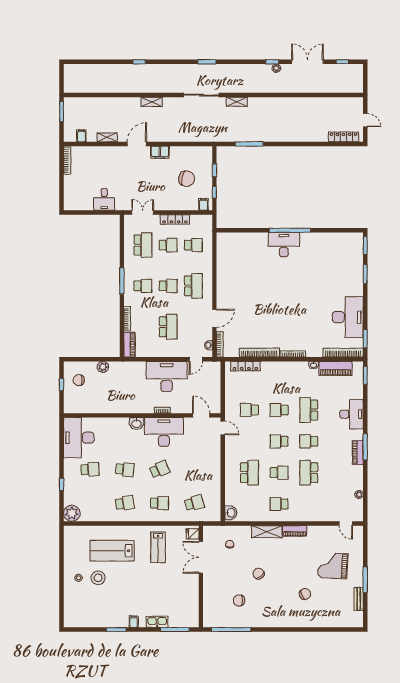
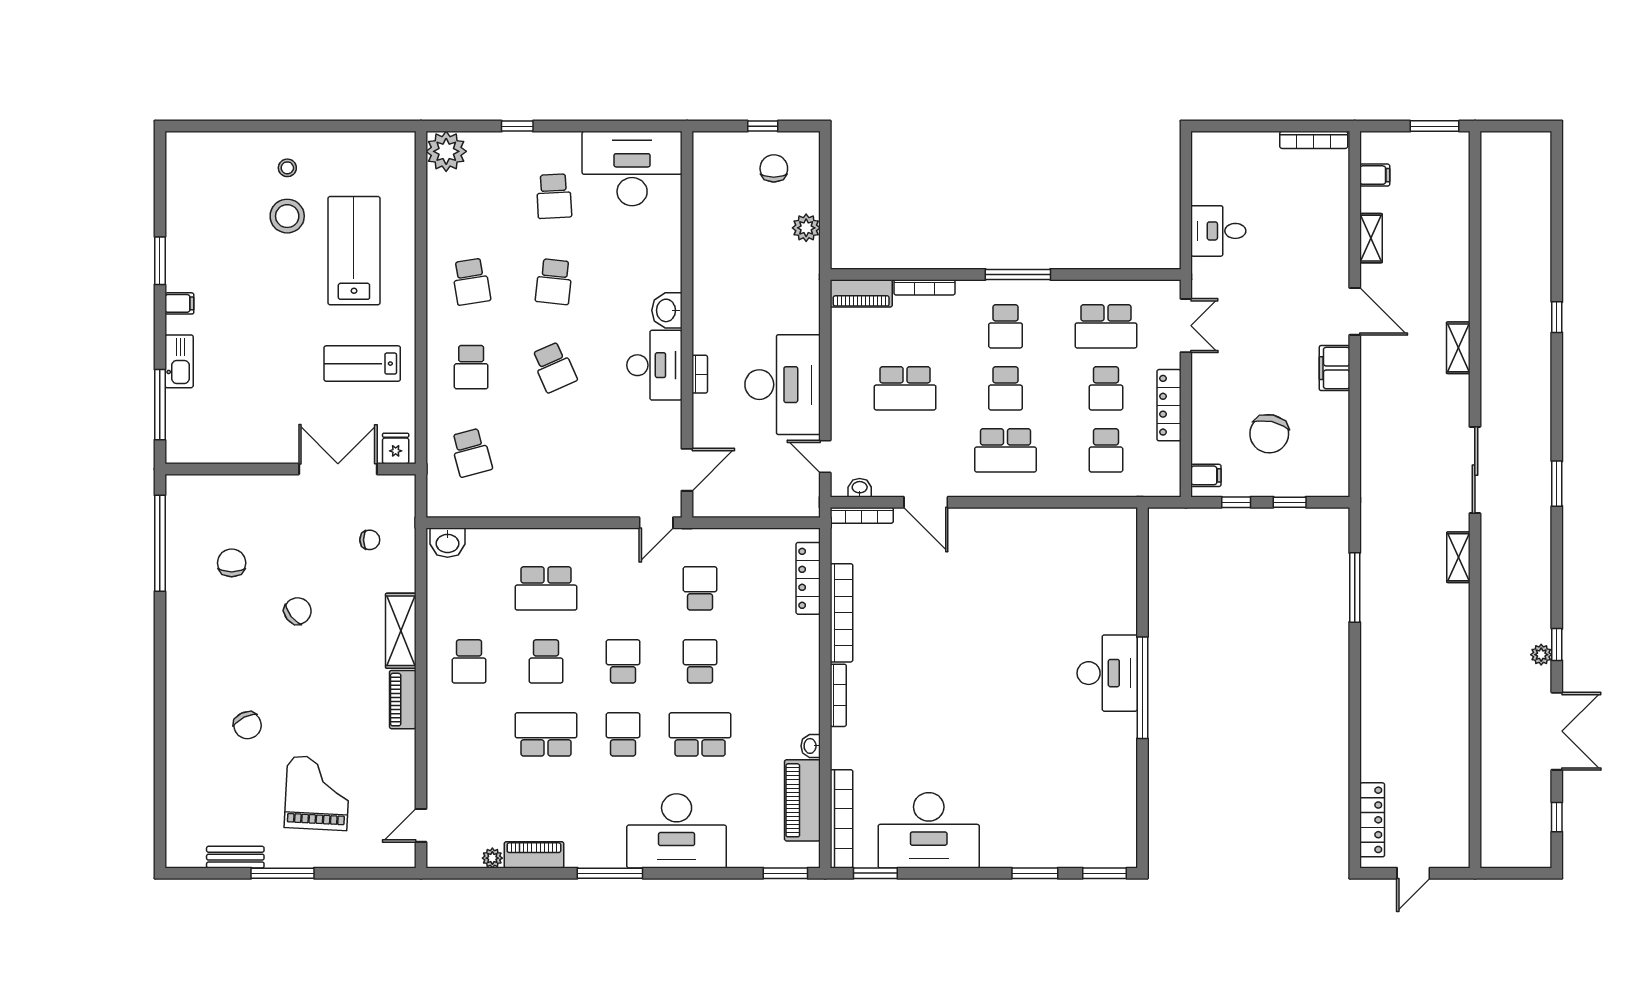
desk: (351, 414) -> (677, 831), width x1.36, depth x1.30
desk: (164, 432) -> (654, 365), width x0.73, depth x0.77
piano: (358, 453) -> (534, 855), moved
school desk: (279, 504) -> (469, 661), turned 180

